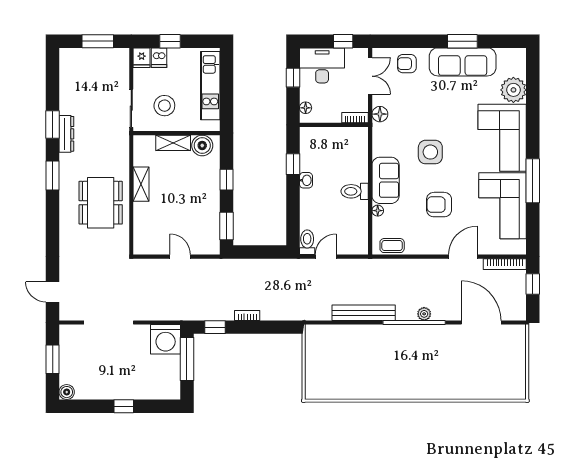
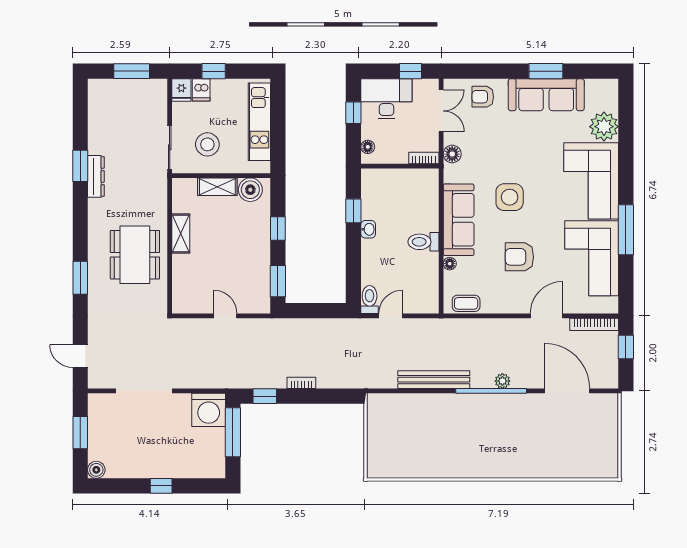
window: (53, 176) -> (80, 278), moved
sofa: (386, 180) -> (459, 220), width x1.36

